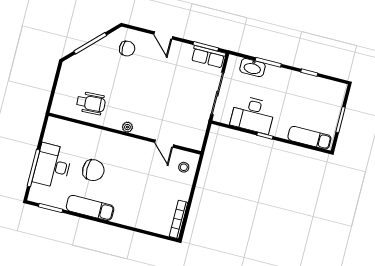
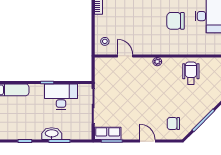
washbasin: (252, 68) -> (52, 134), moved
wheelchair: (91, 103) -> (191, 73), turned 93

